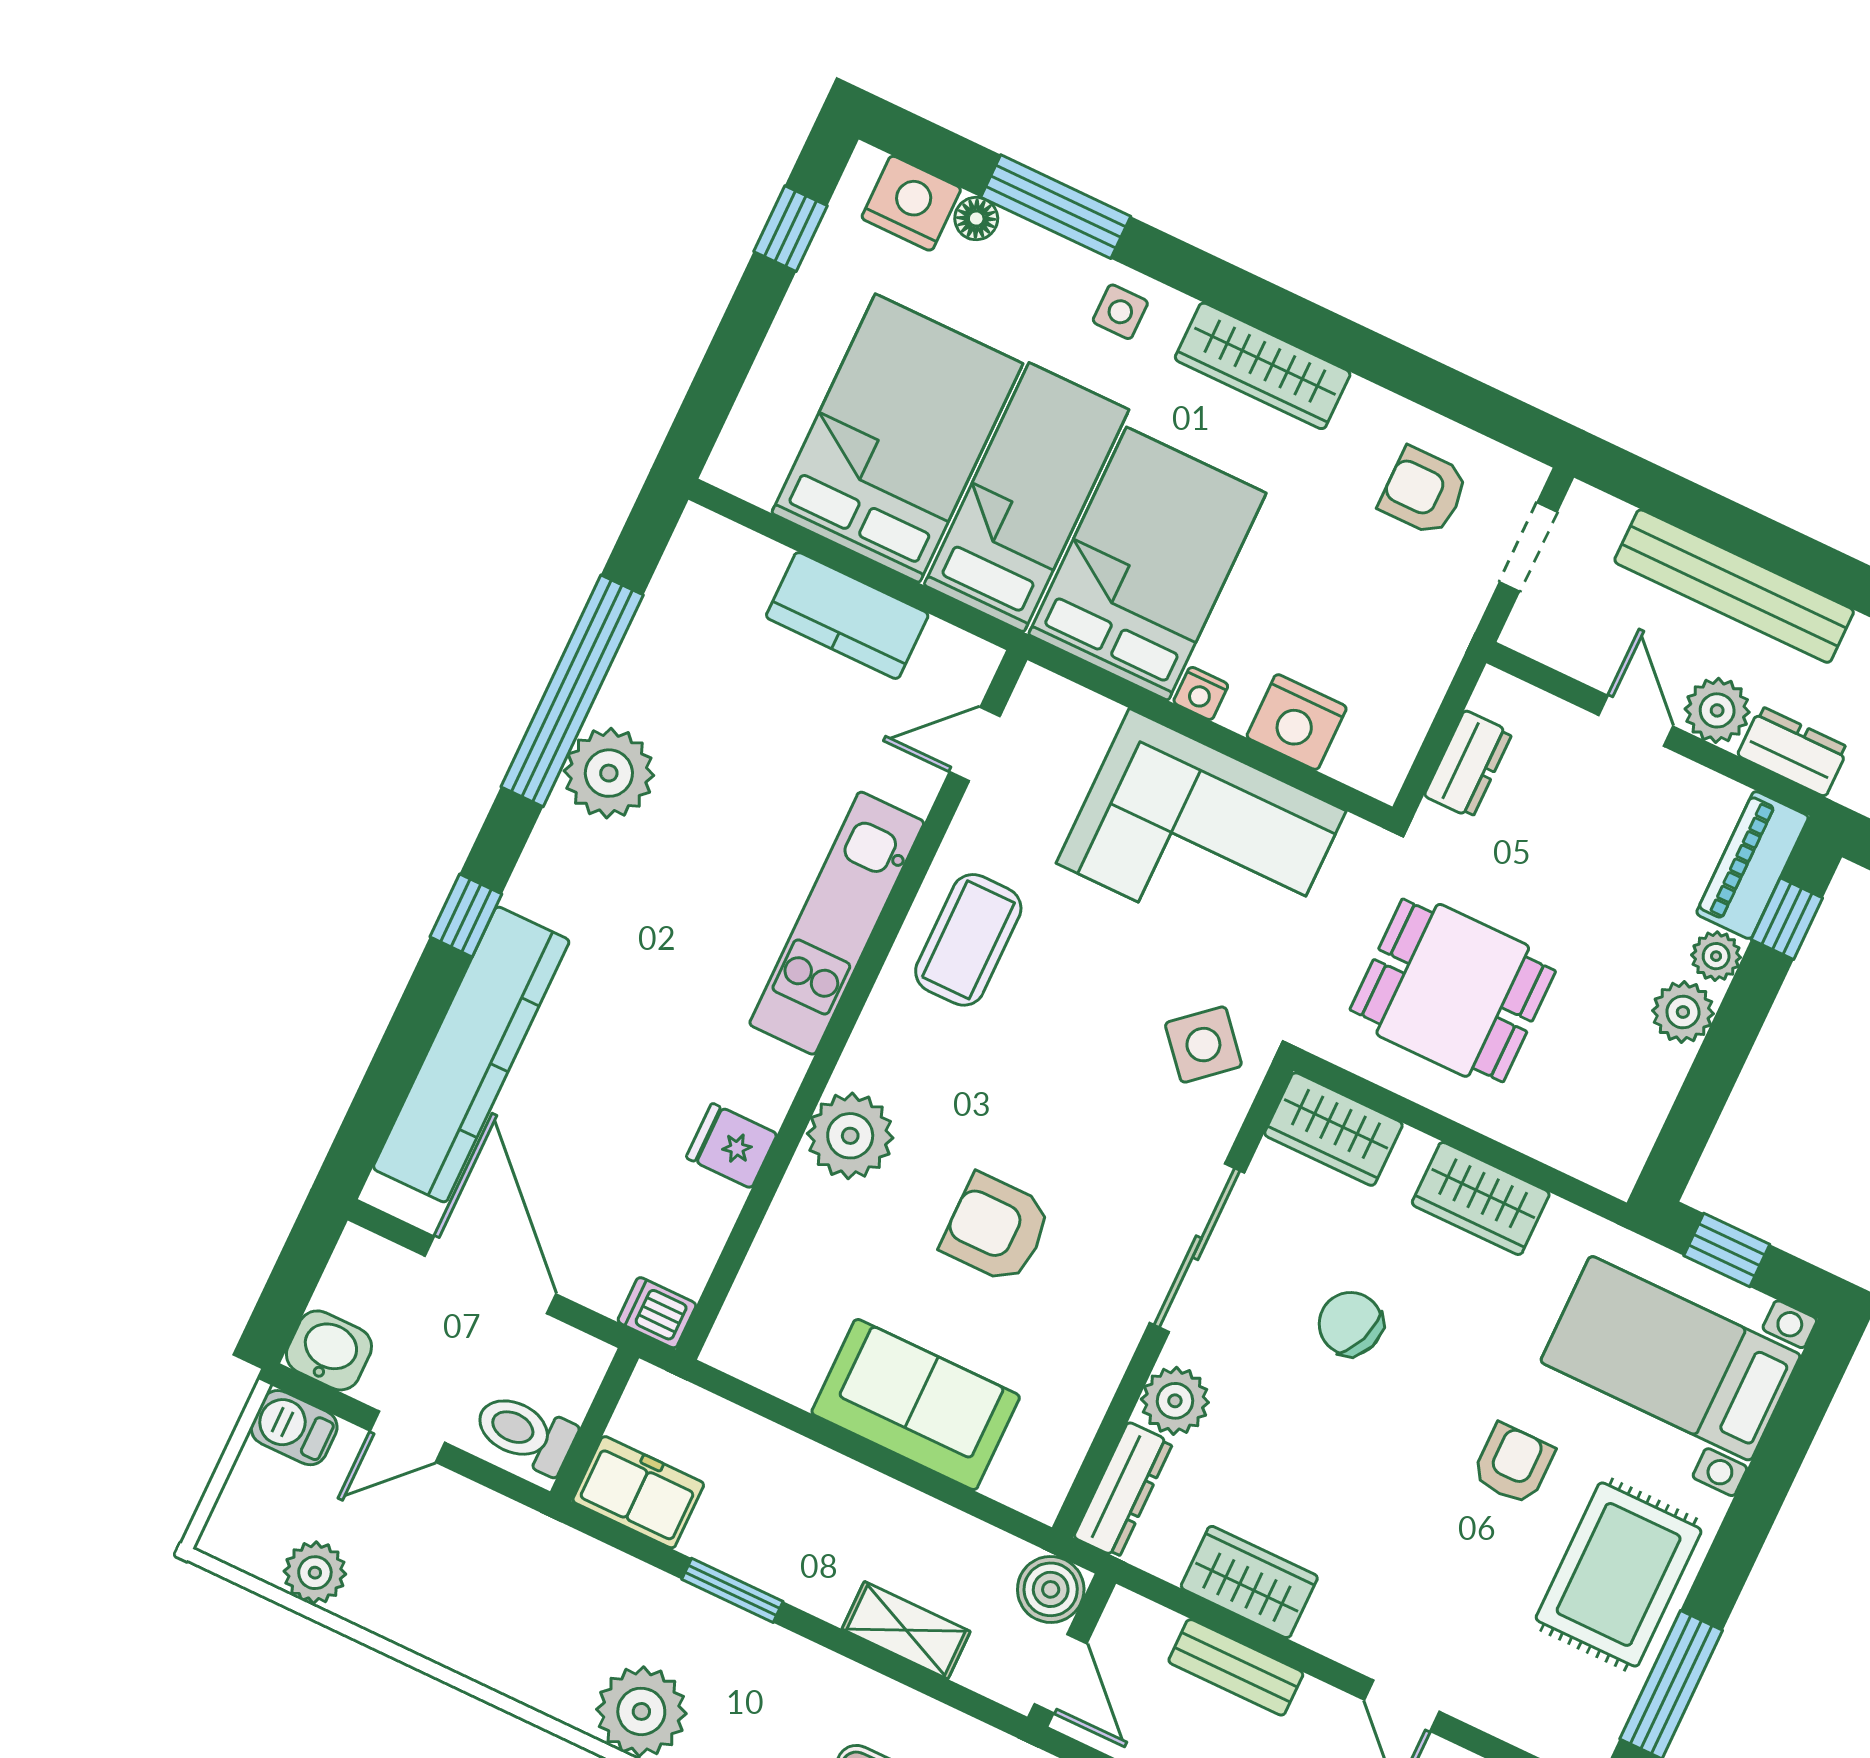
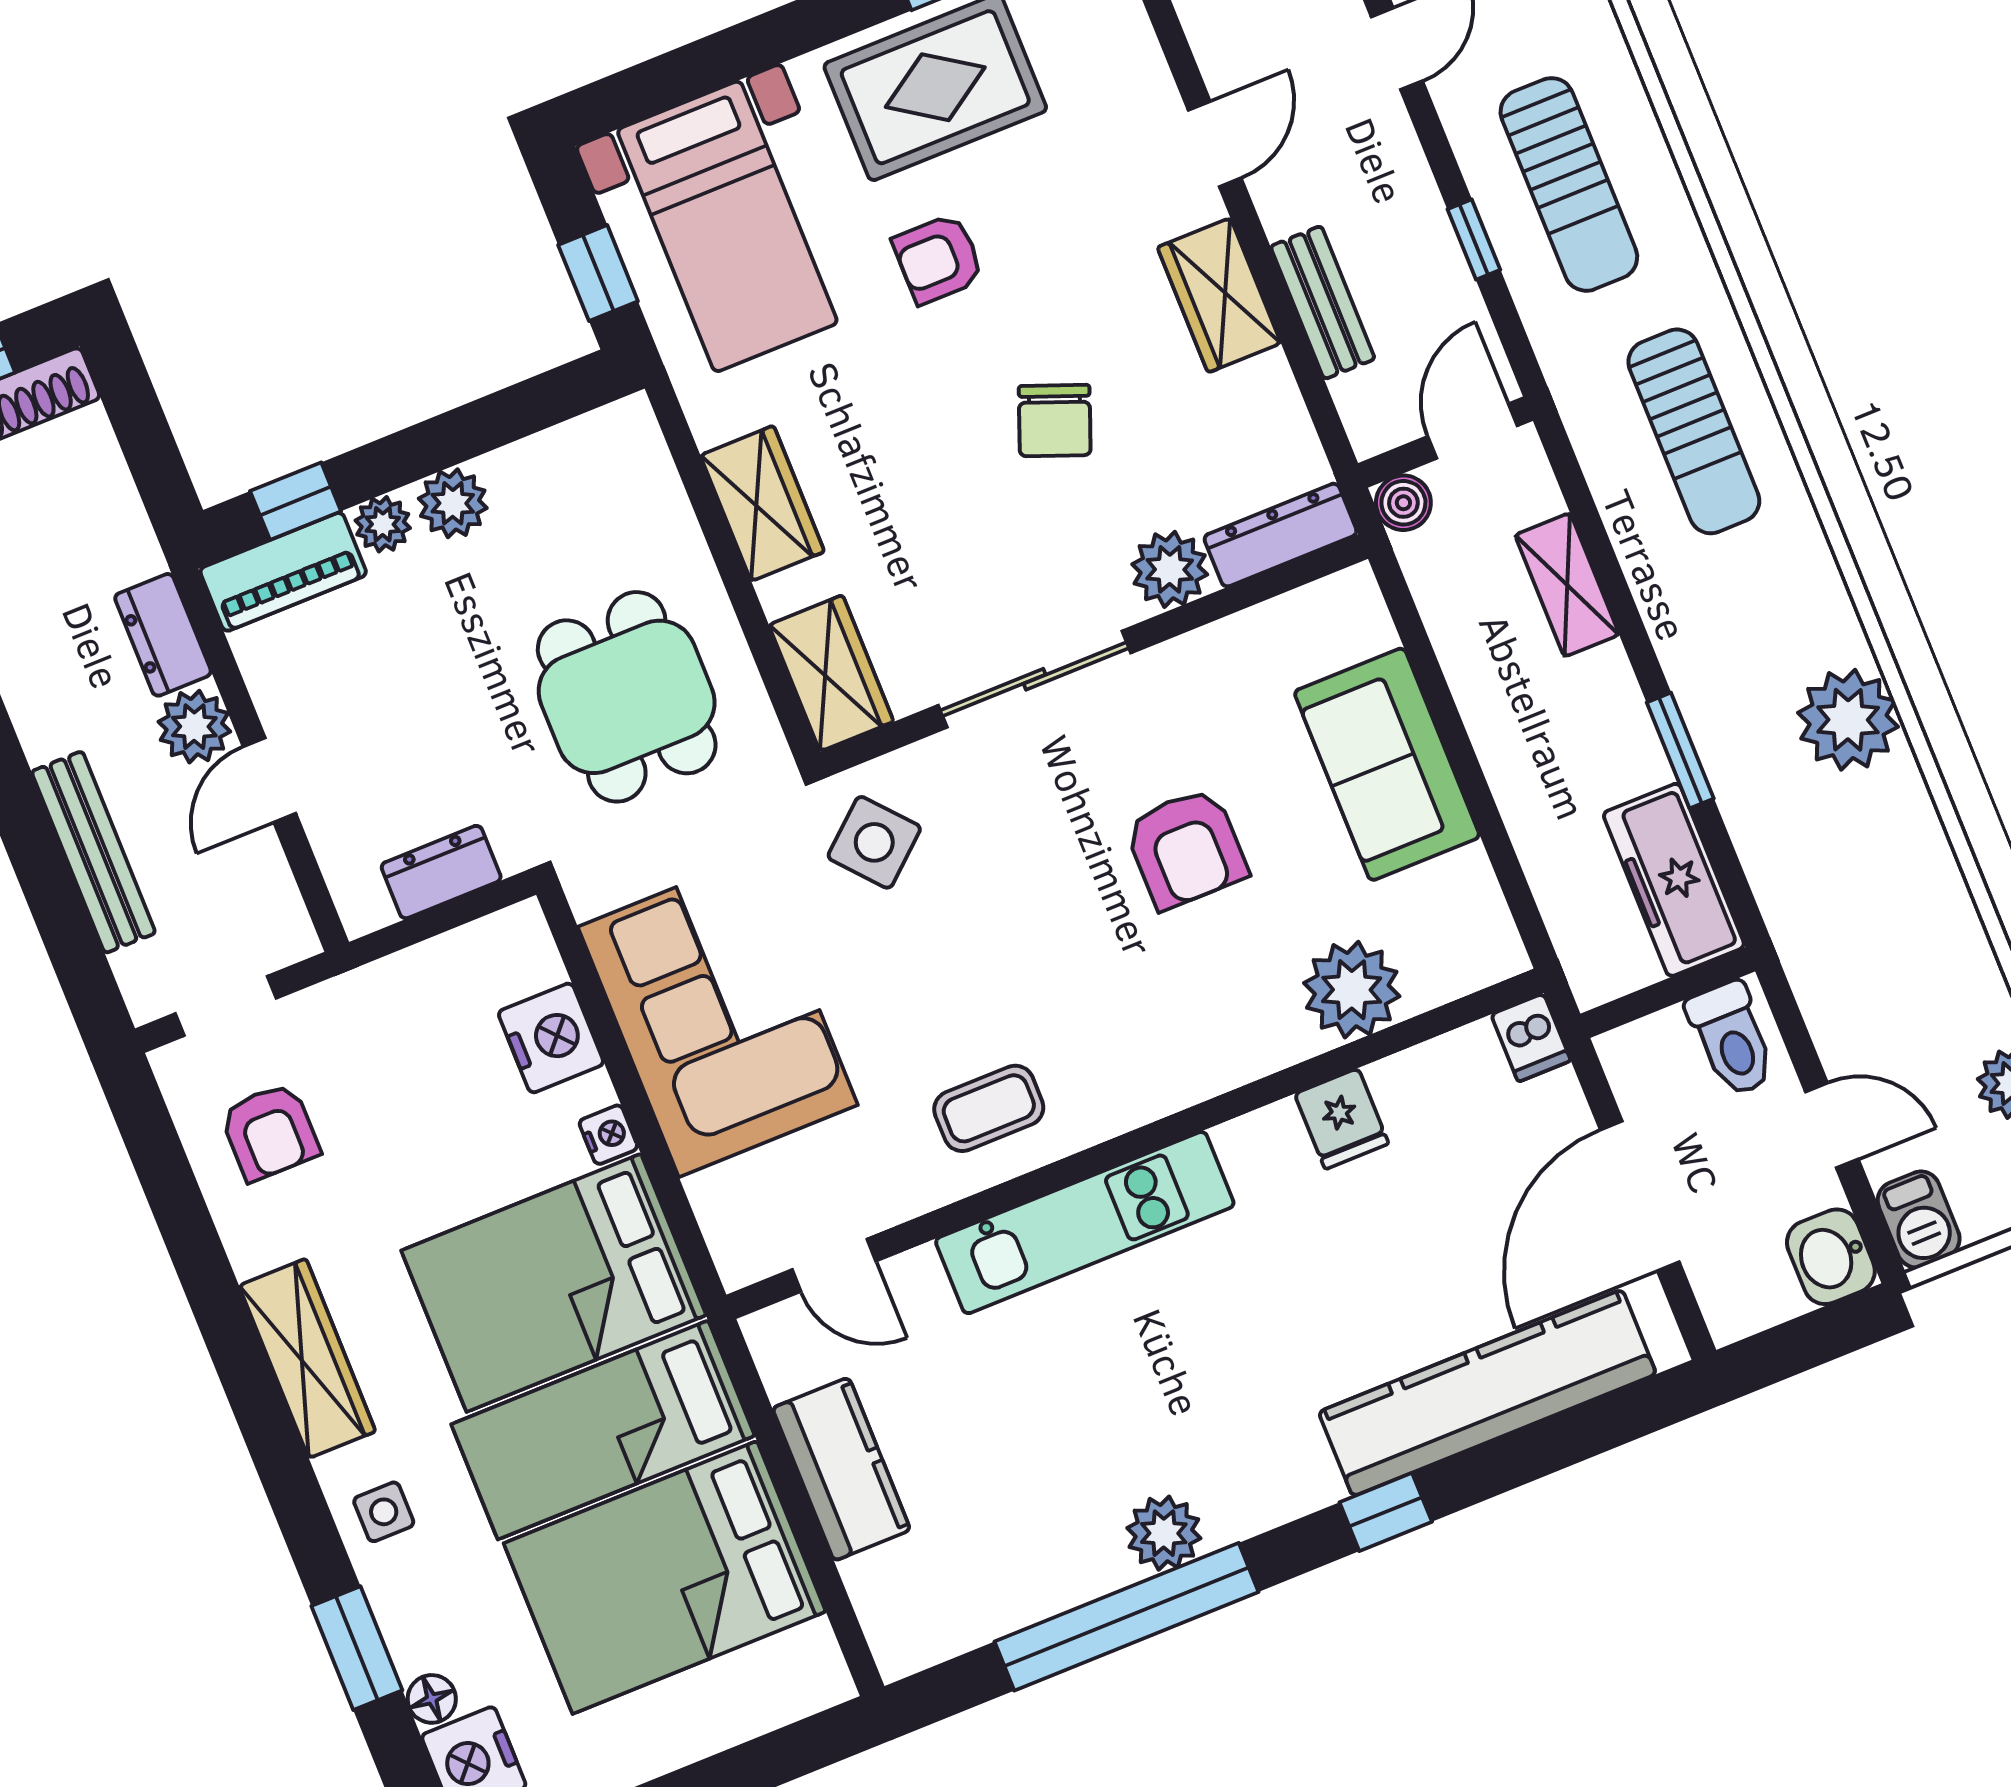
window: (1056, 207) -> (357, 1648), width x0.69
bench: (1734, 586) -> (93, 852), width x0.73, depth x0.82
plant: (609, 773) -> (1164, 1533), width x0.73, depth x0.73
coffee table: (968, 940) -> (989, 1108), width x0.73, depth x0.77
plant: (850, 1136) -> (1352, 990), moved
chair: (1351, 1324) -> (1055, 420), moved
freezer: (638, 1492) -> (1674, 880), width x1.40
wardrobe: (1249, 1582) -> (1219, 295), moved
boiler: (1051, 1589) -> (1403, 503), width x0.73, depth x0.73

